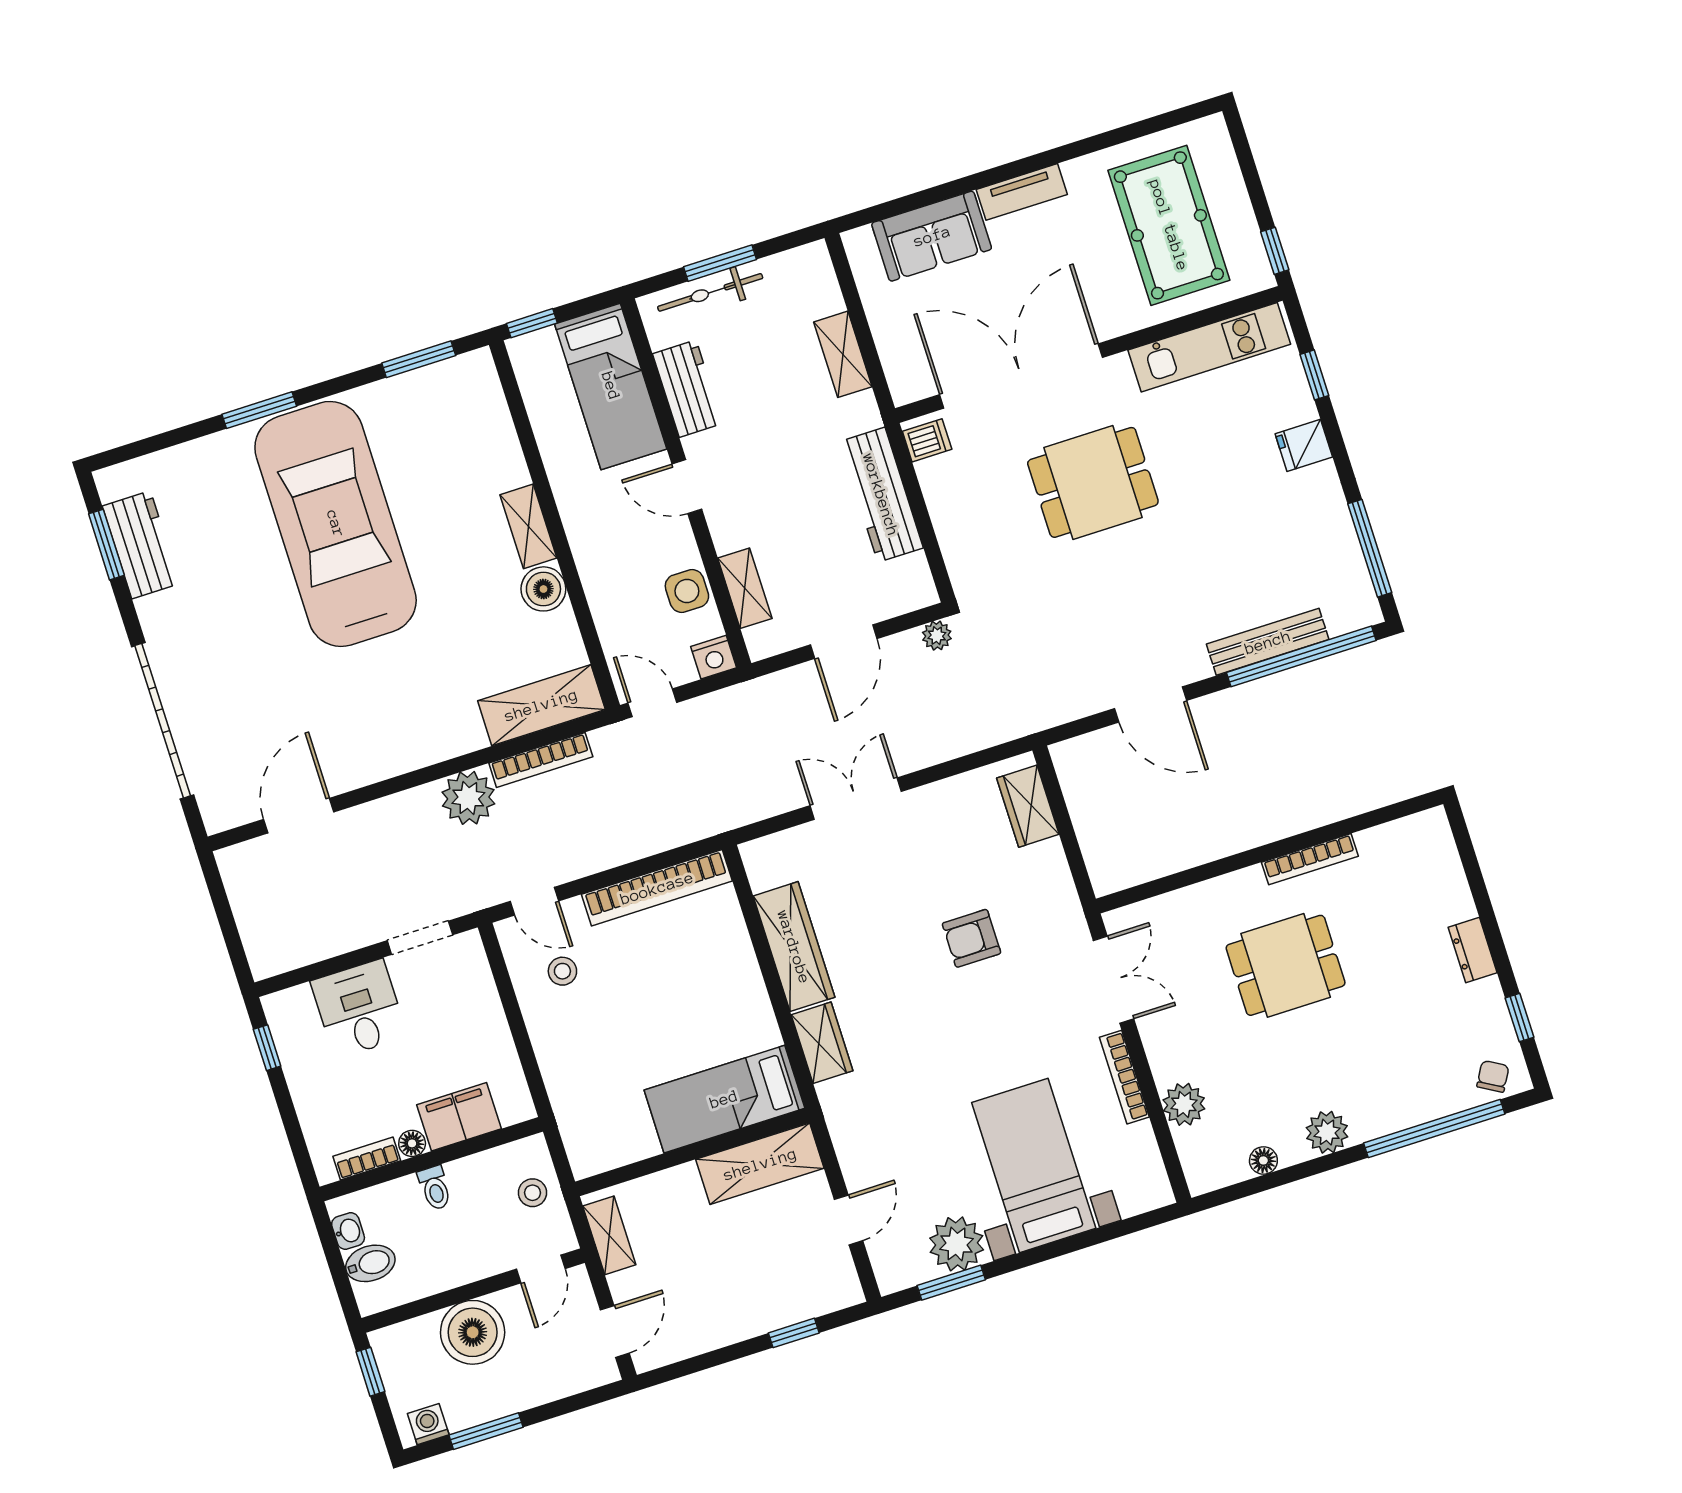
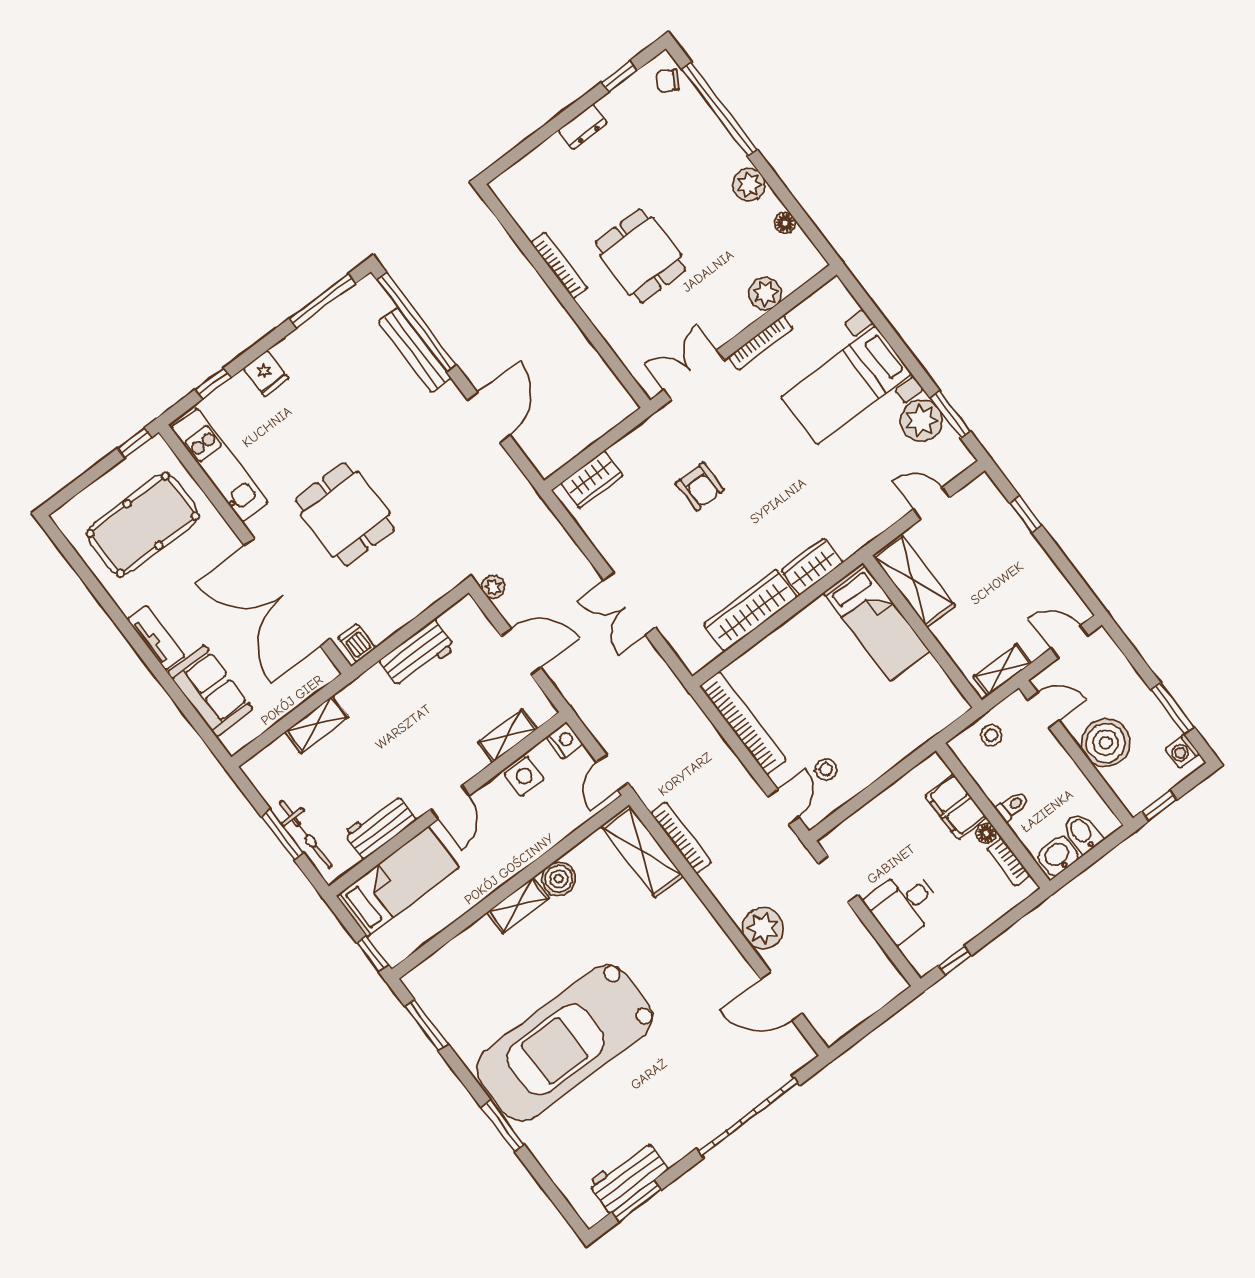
workbench: (881, 495) -> (417, 654), width x0.73
plant: (468, 798) -> (763, 928), moved
washbasin: (348, 1231) -> (1058, 856), width x1.38, depth x1.45

